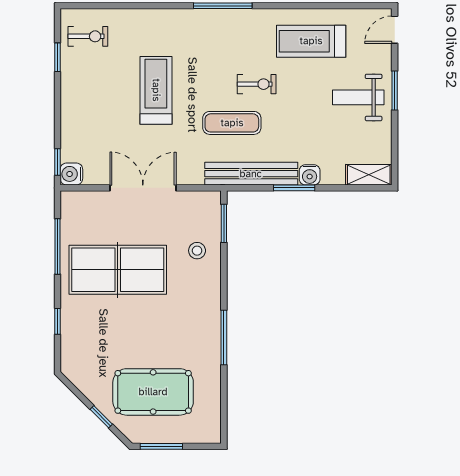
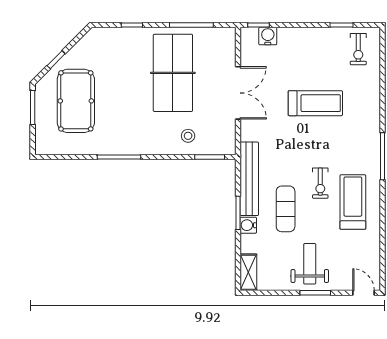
treadmill: (311, 41) -> (353, 202), moved
exercise mat: (232, 123) -> (286, 209), moved
water cooler: (71, 174) -> (268, 36), moved

